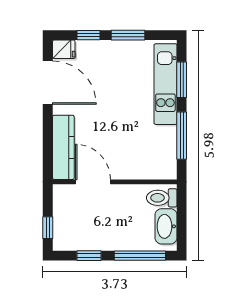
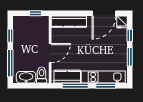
kitchen counter: (165, 150) -> (67, 77), added
door: (93, 182) -> (50, 53), moved
window: (48, 228) -> (36, 13), moved

